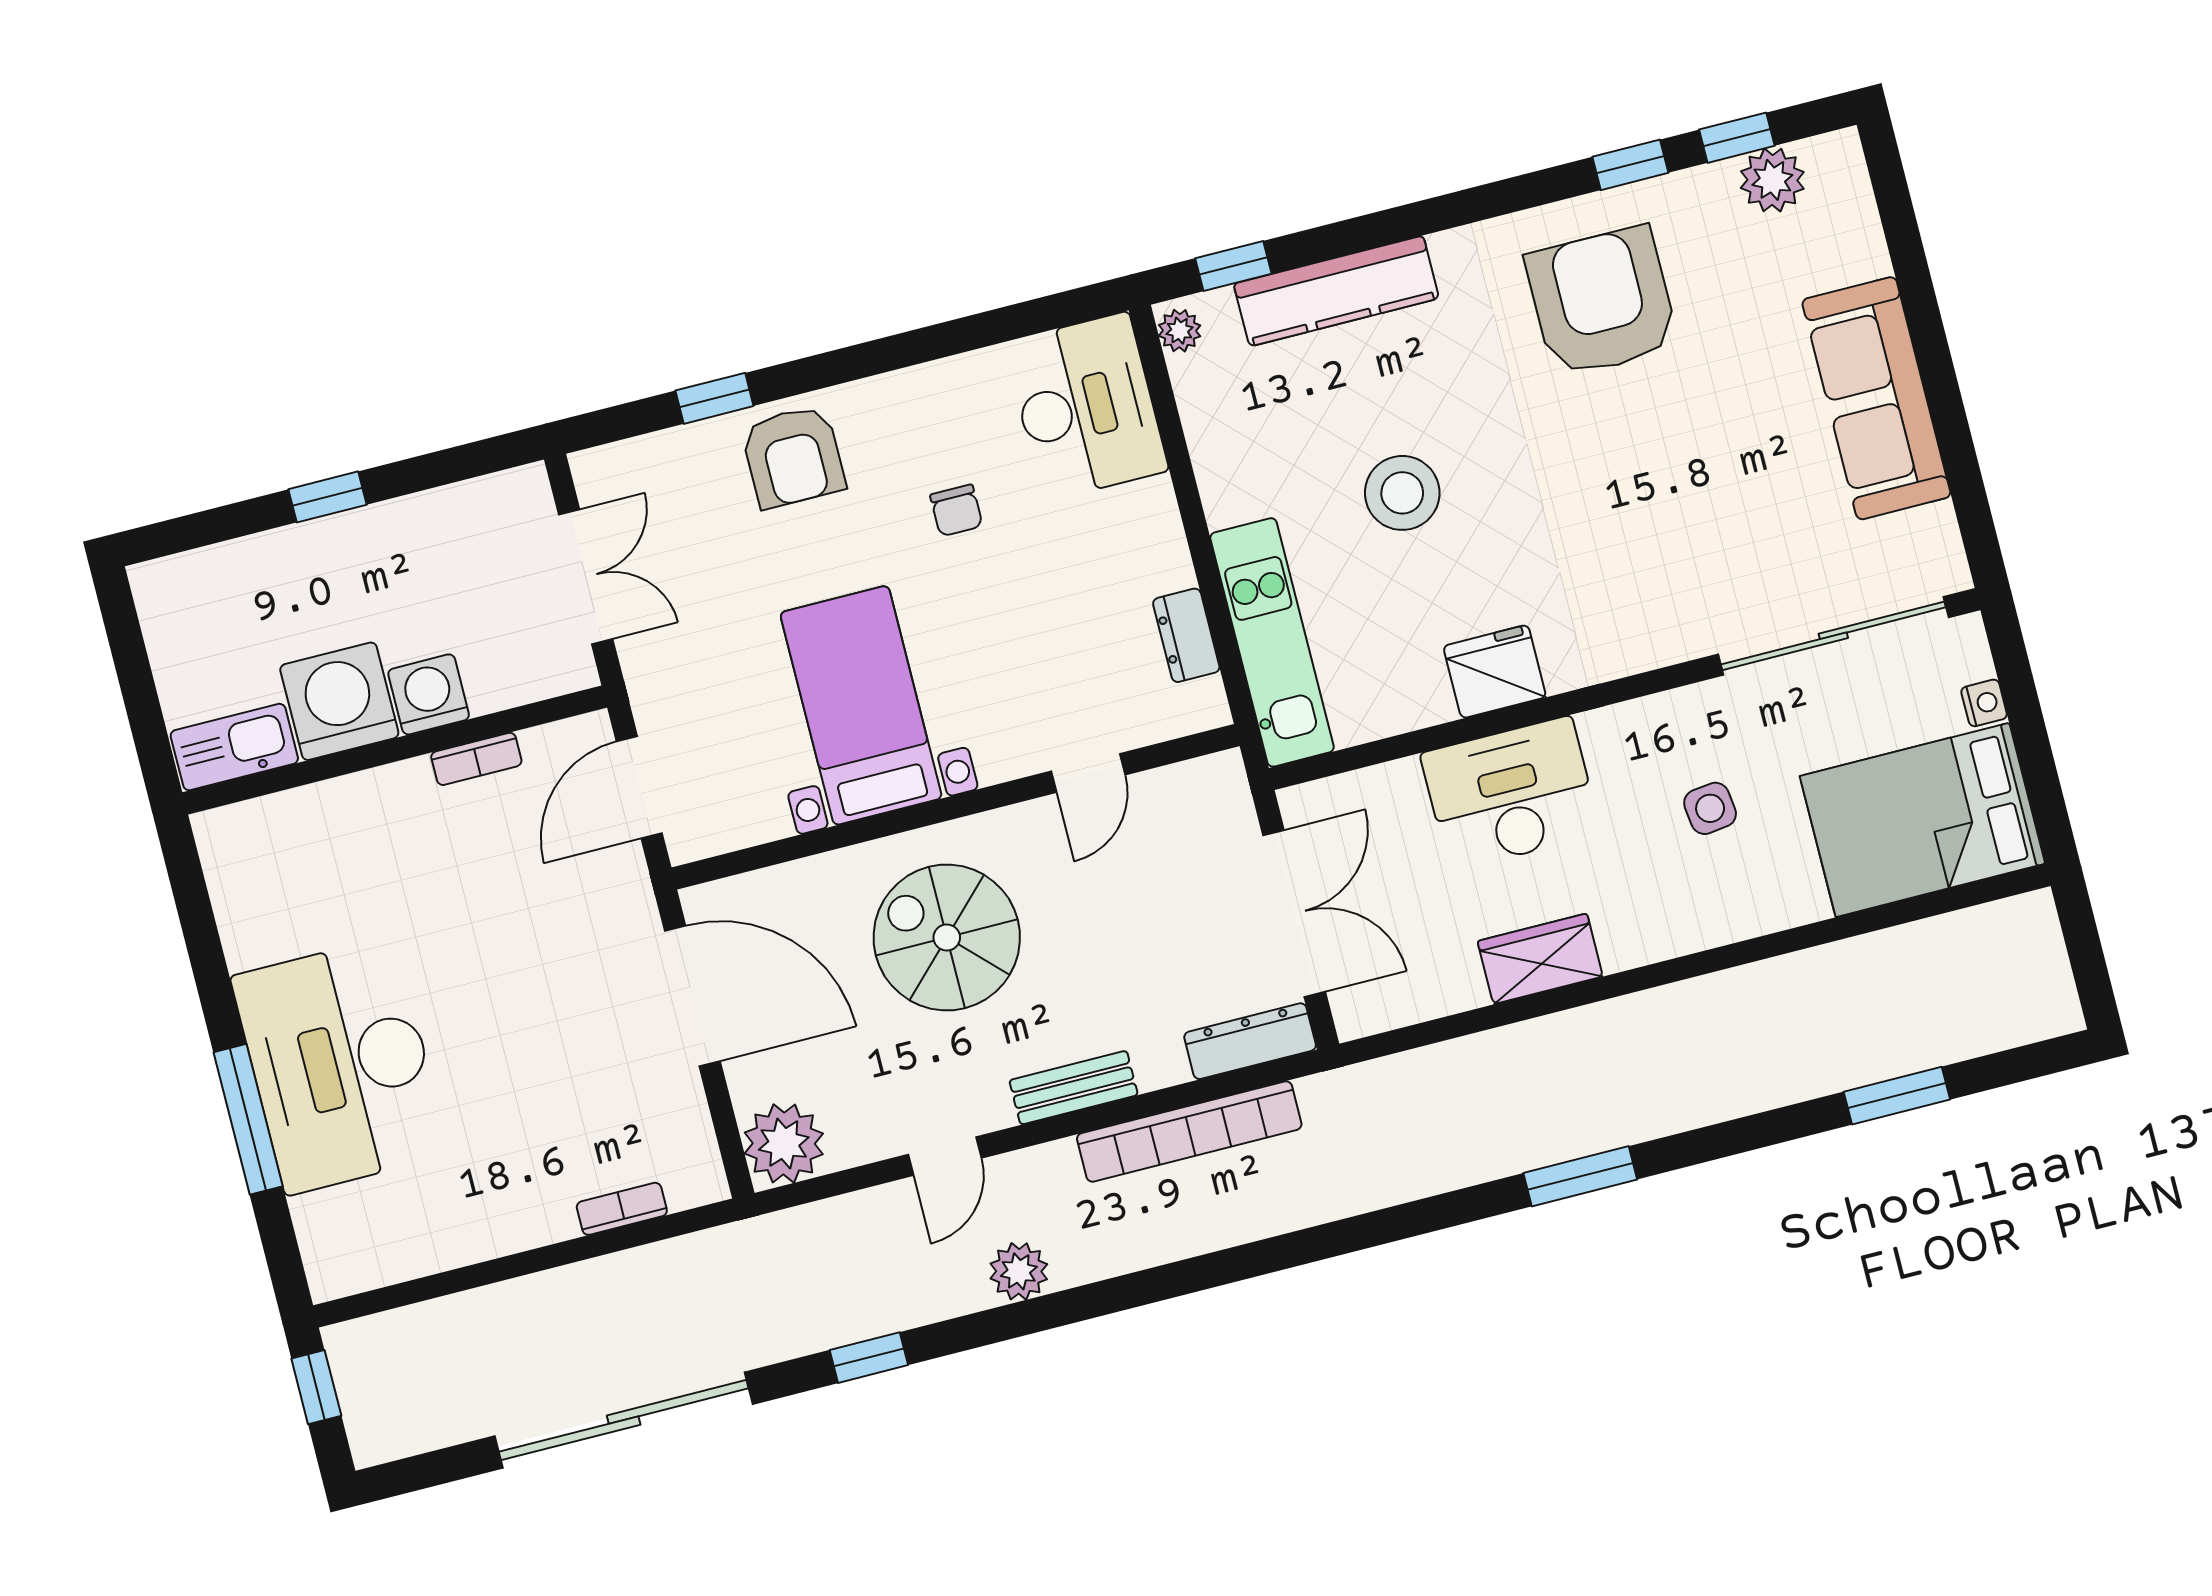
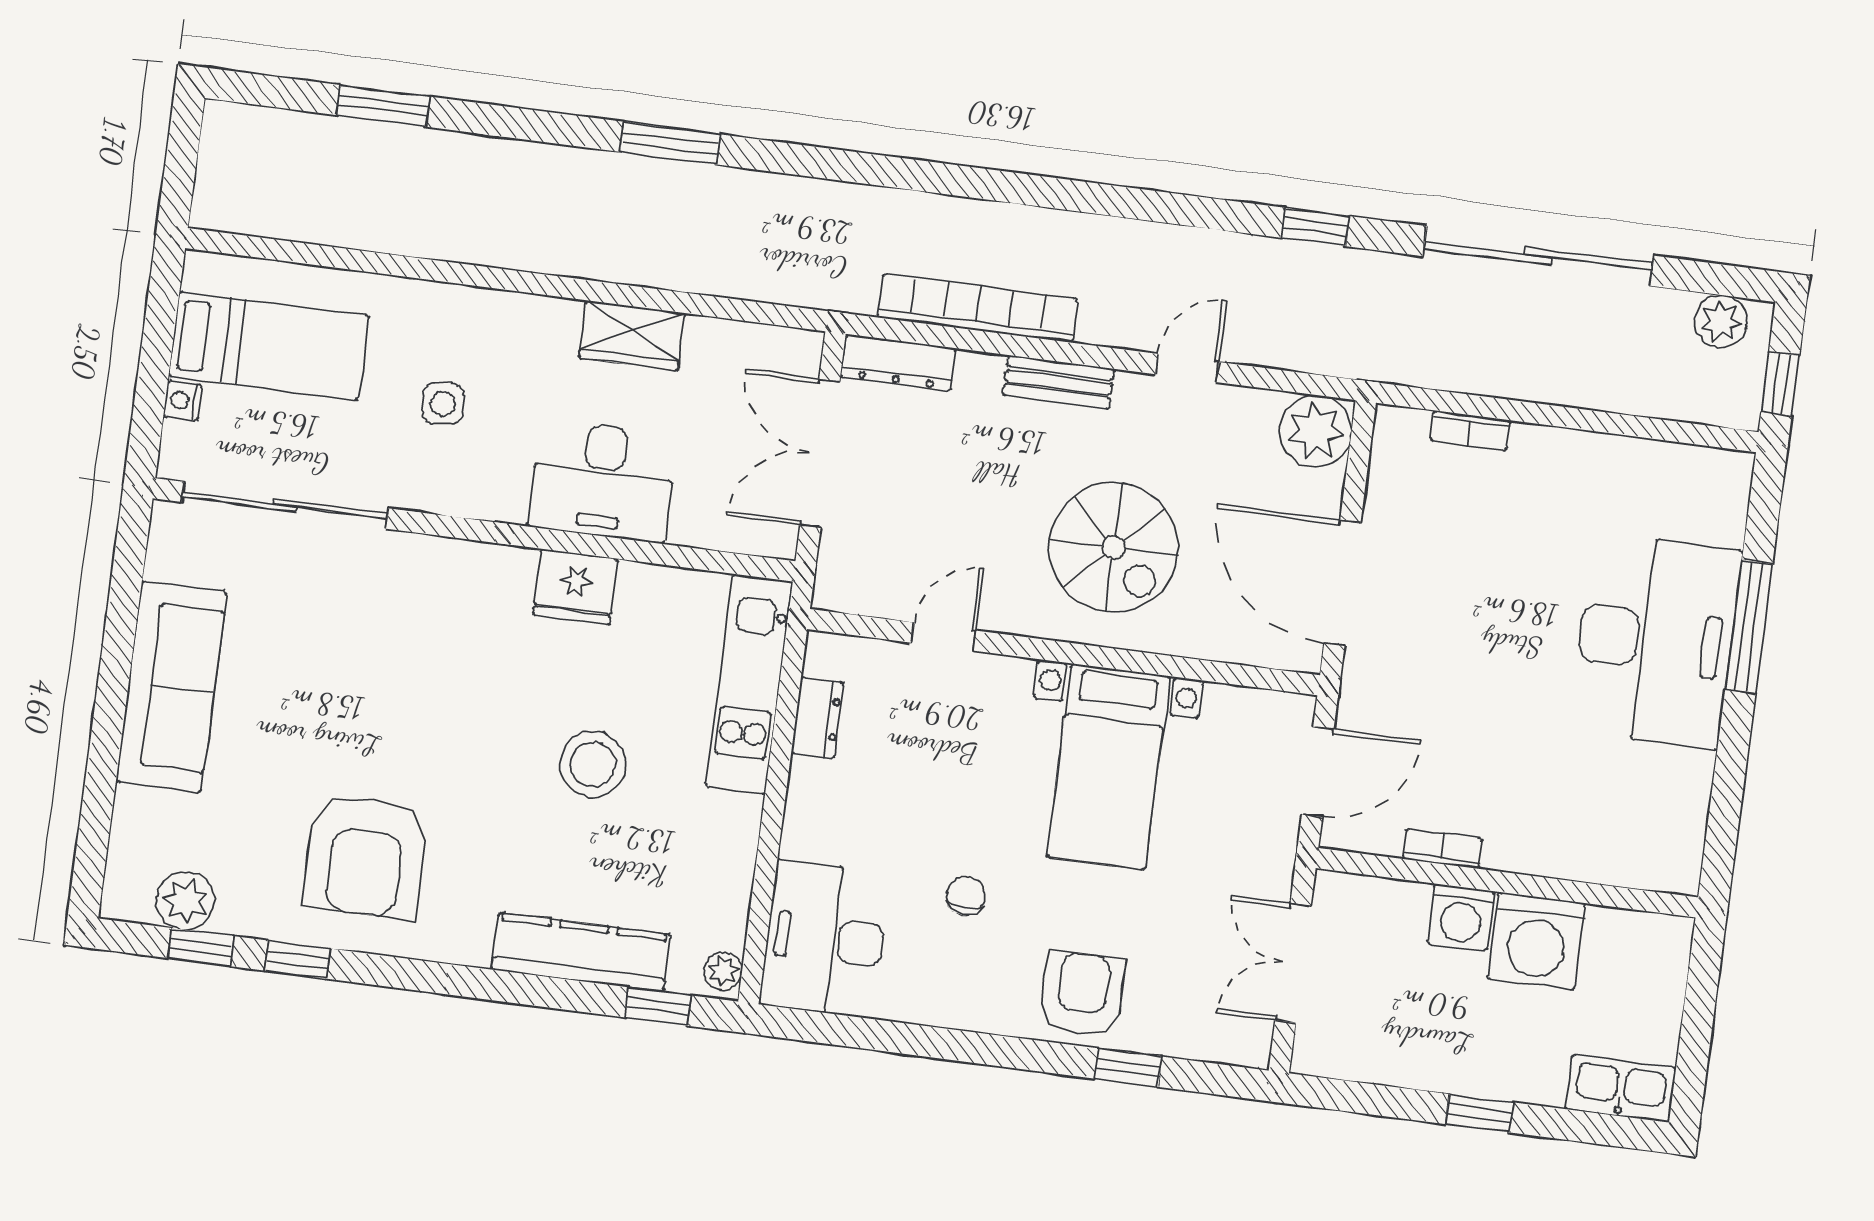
kitchen sink: (234, 747) -> (1621, 1088), moved, turned 180
bed: (1922, 820) -> (269, 346), width x0.67
plant: (1019, 1271) -> (1721, 321), moved

